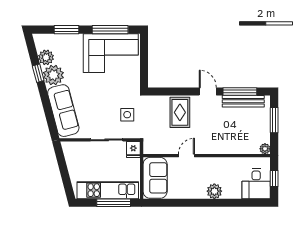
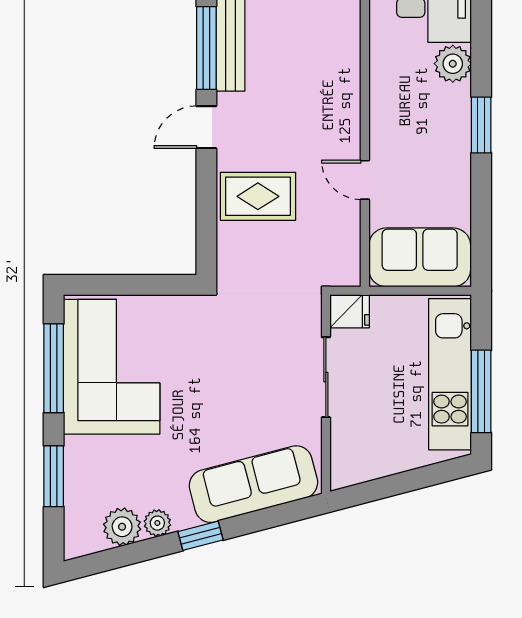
window: (38, 73) -> (201, 536), moved
plant: (53, 75) -> (157, 523), width x0.53, depth x0.53
side table: (127, 115) -> (264, 326), removed
plant: (214, 191) -> (453, 64), moved
window: (114, 203) -> (481, 391), moved
window: (209, 203) -> (481, 125), added

